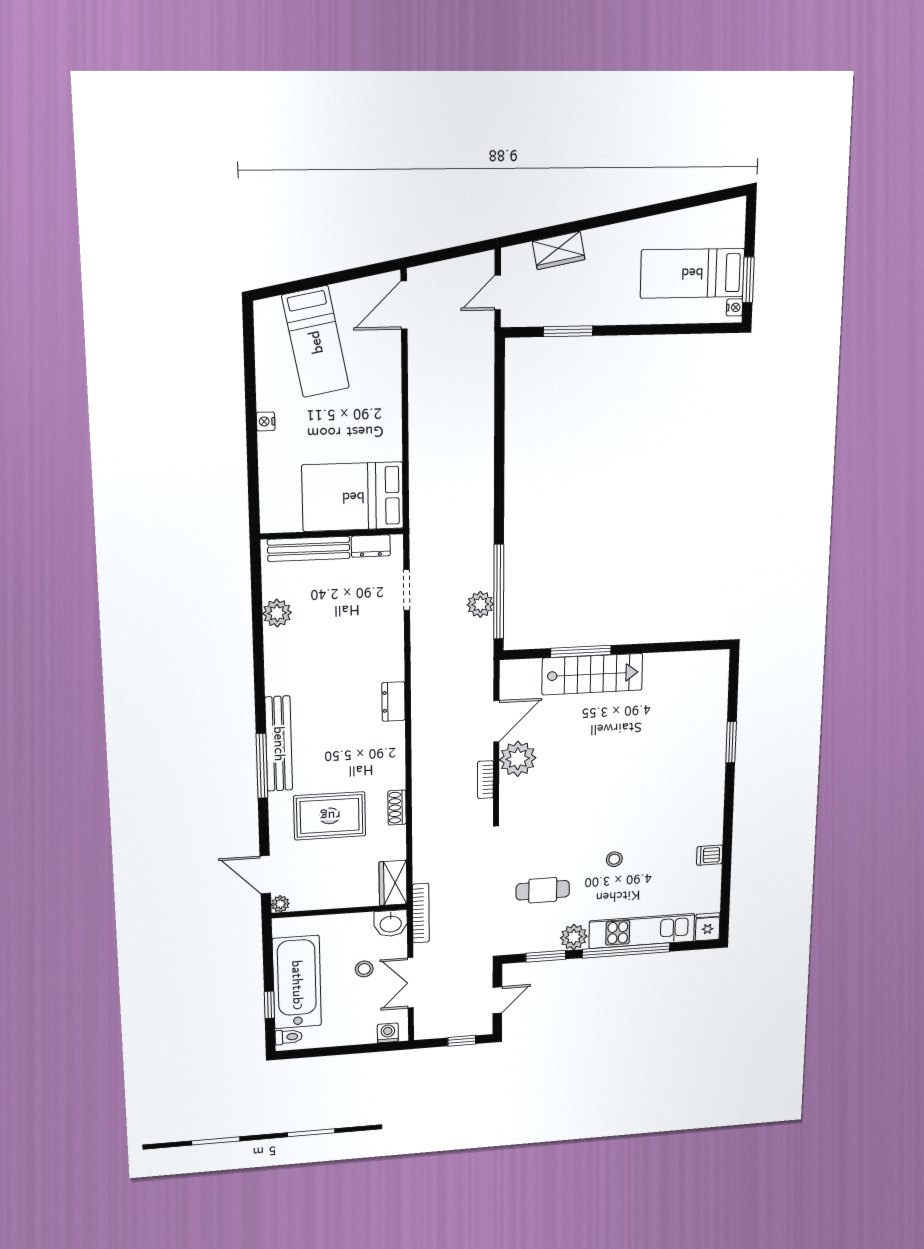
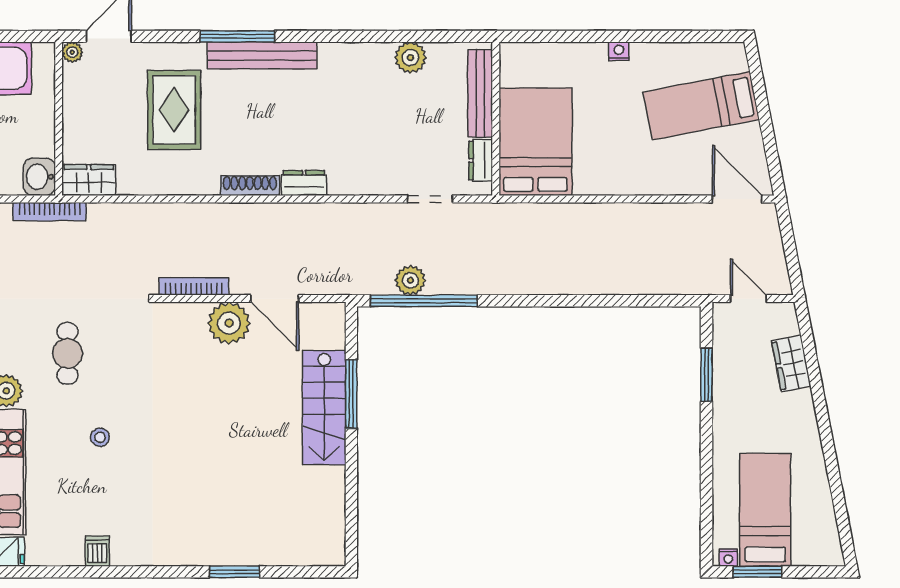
bookcase: (485, 780) -> (194, 286), width x1.56
shoe rack: (397, 808) -> (250, 186), moved, width x1.43

